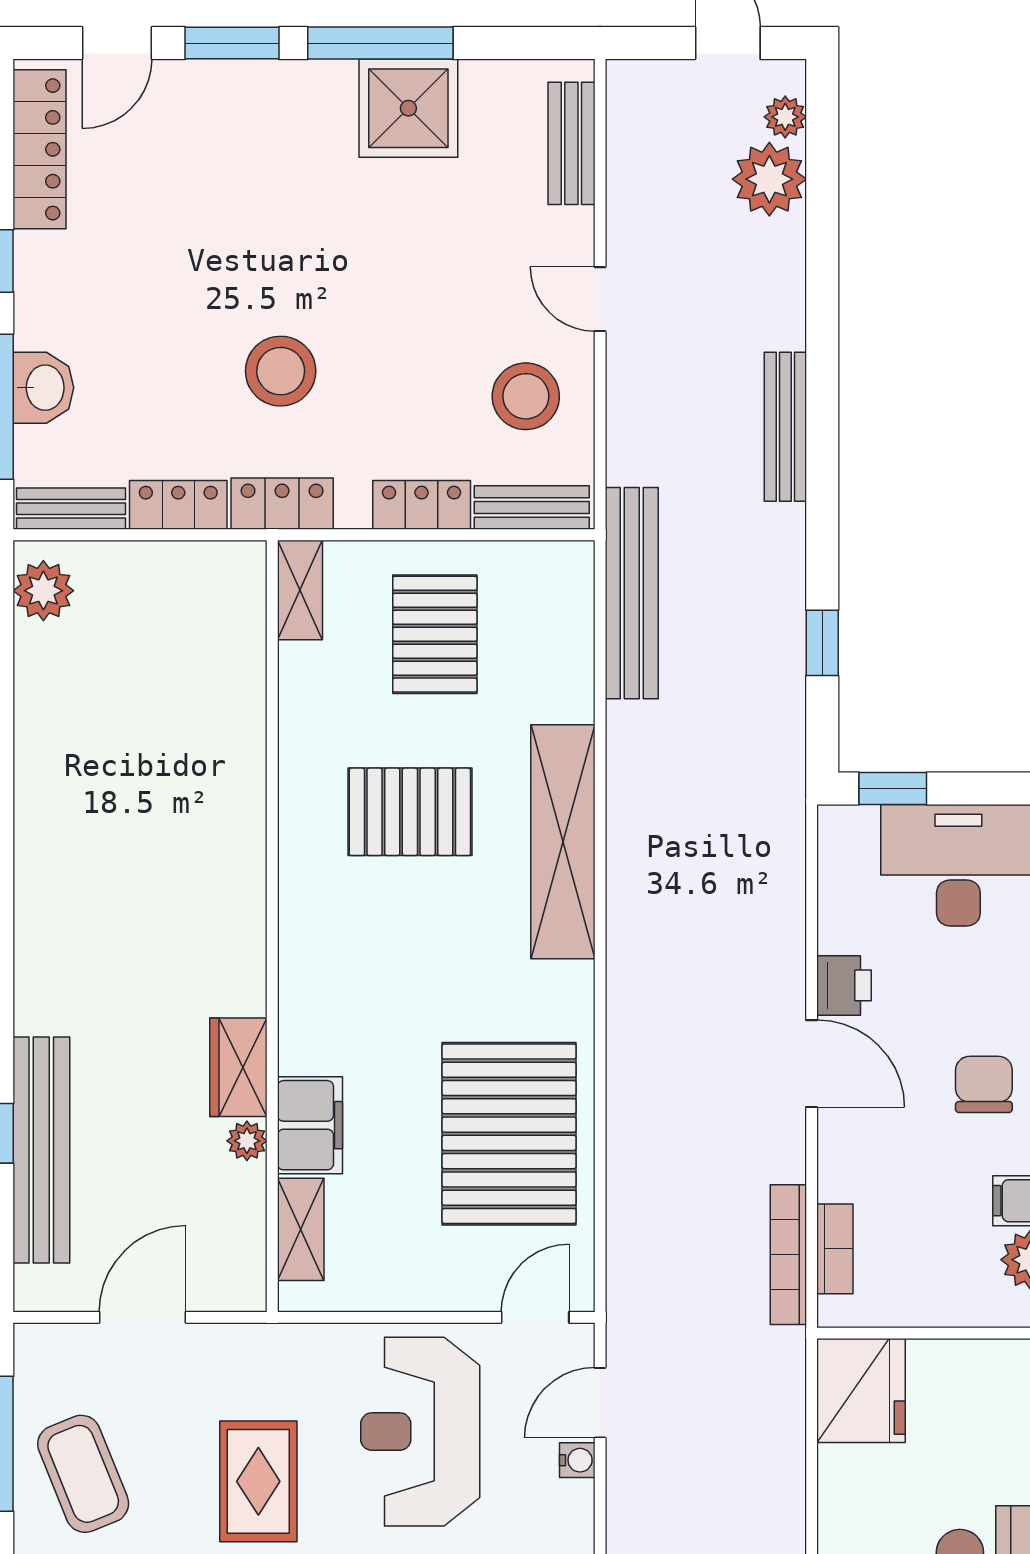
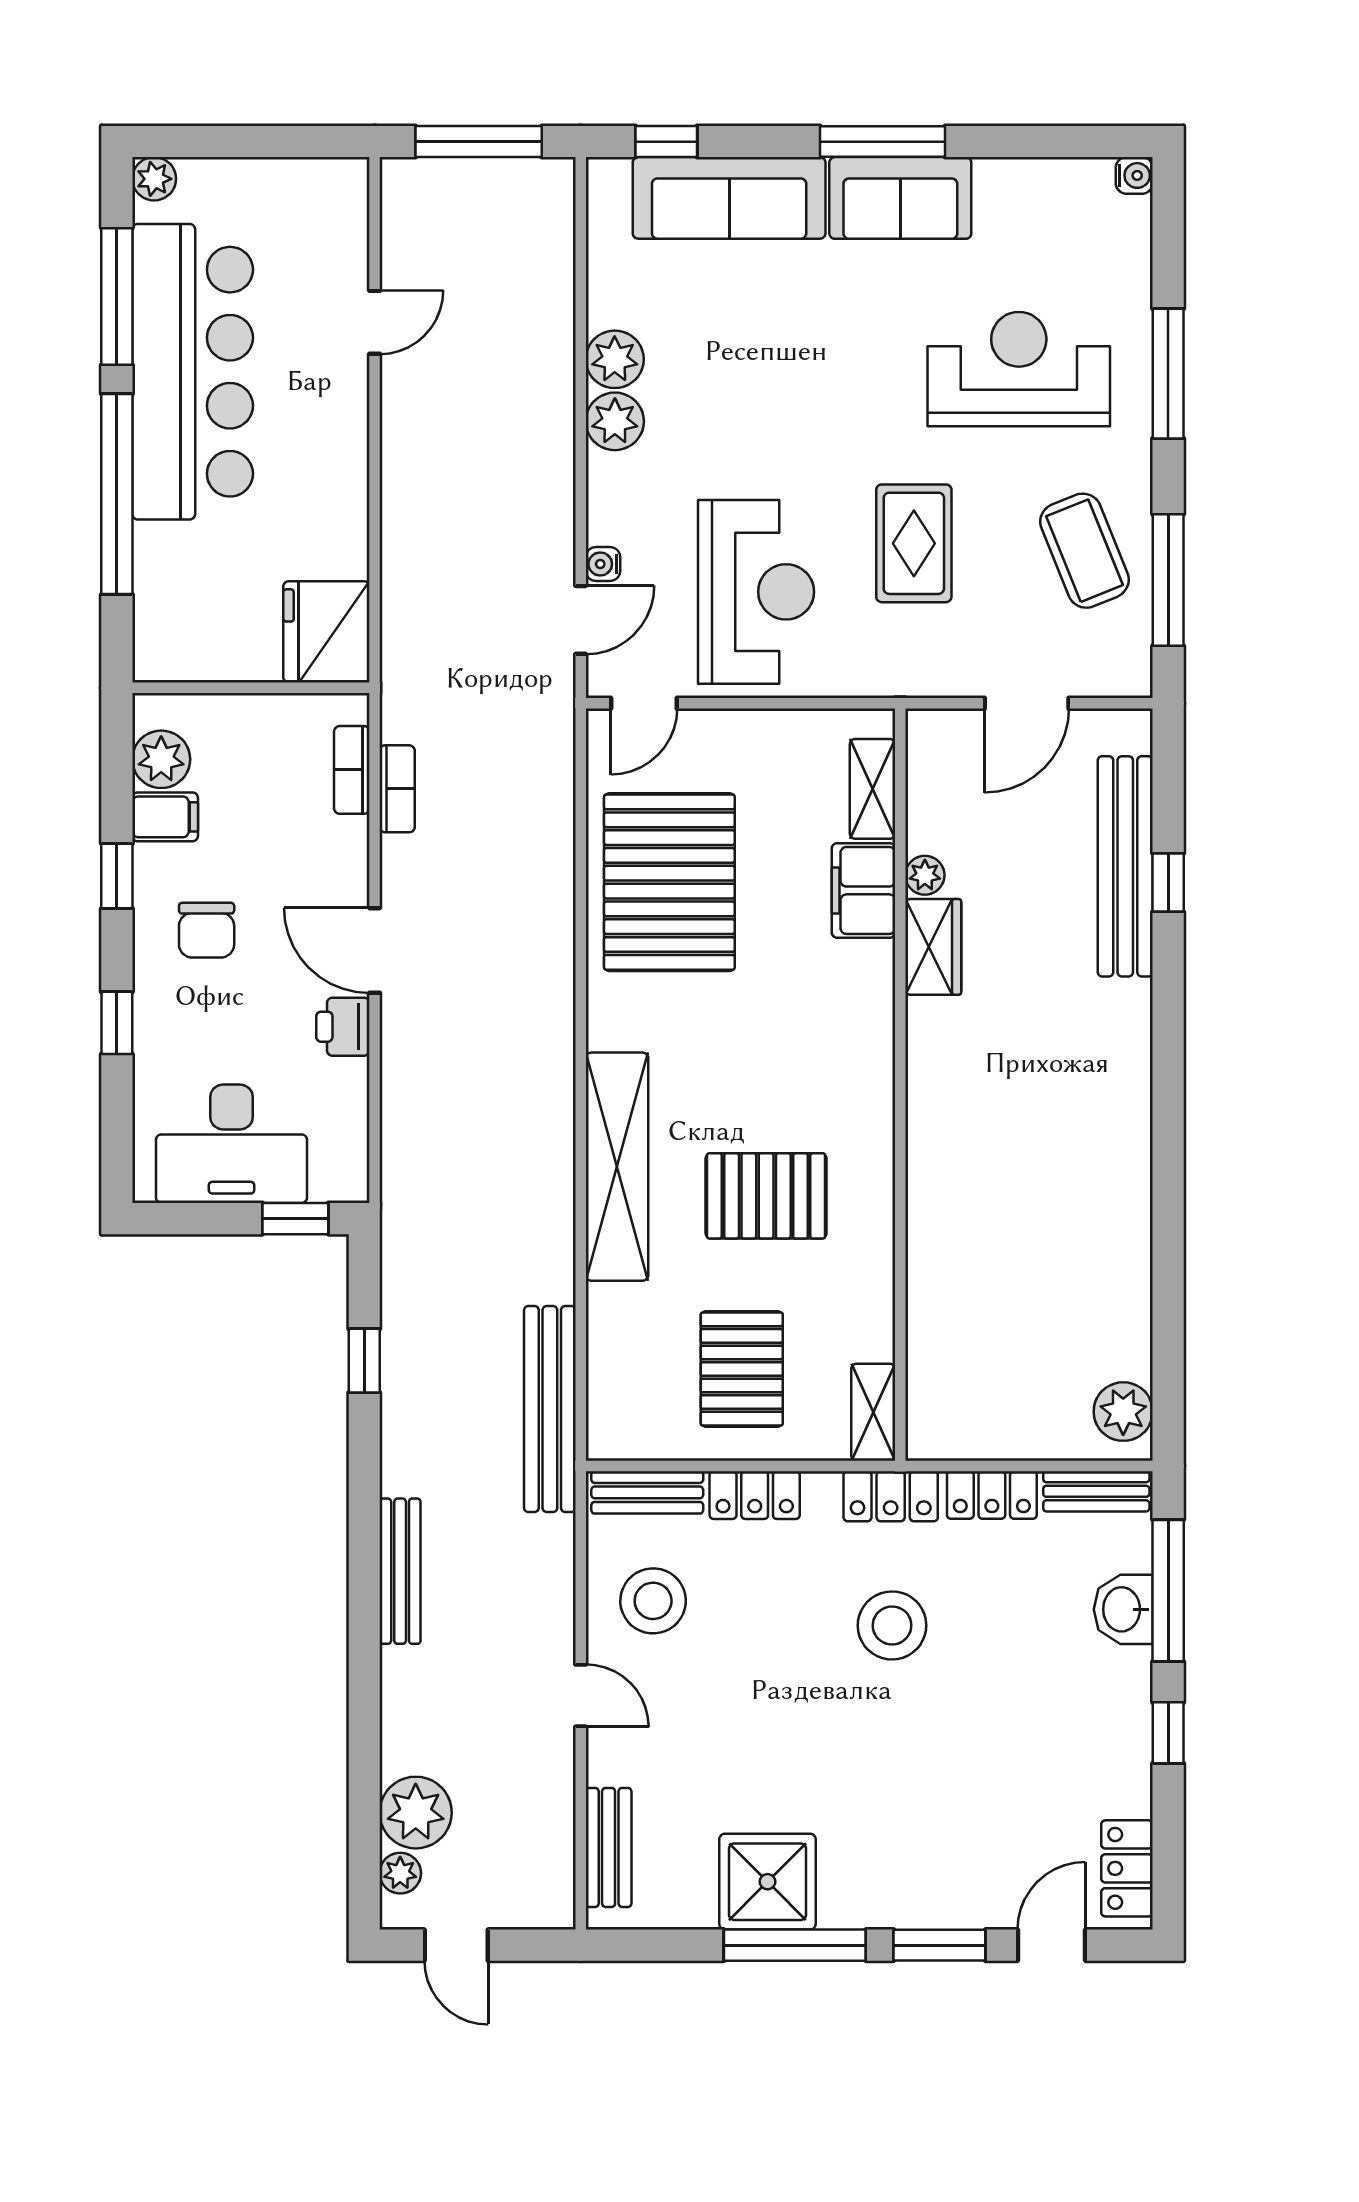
locker: (40, 149) -> (1127, 1868), width x0.66
bookcase: (788, 1255) -> (397, 789), width x0.64

